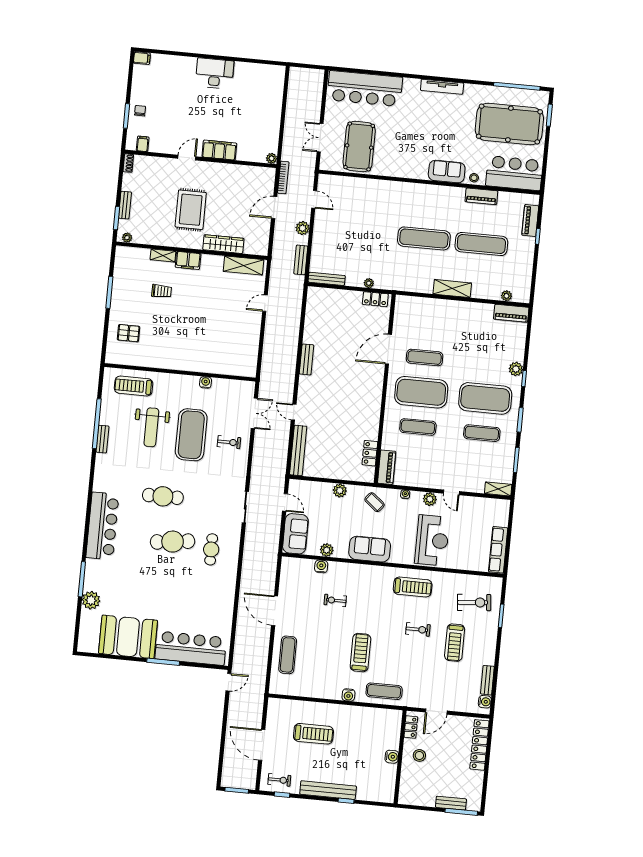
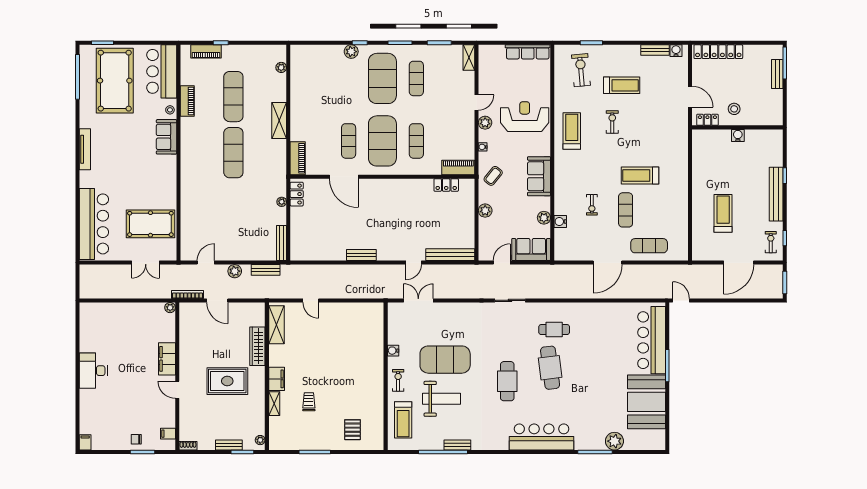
piano: (511, 313) -> (298, 158), moved
exercise bike: (229, 442) -> (398, 380), moved
exercise mat: (384, 691) -> (626, 210), moved
water cooler: (348, 695) -> (682, 183), removed

